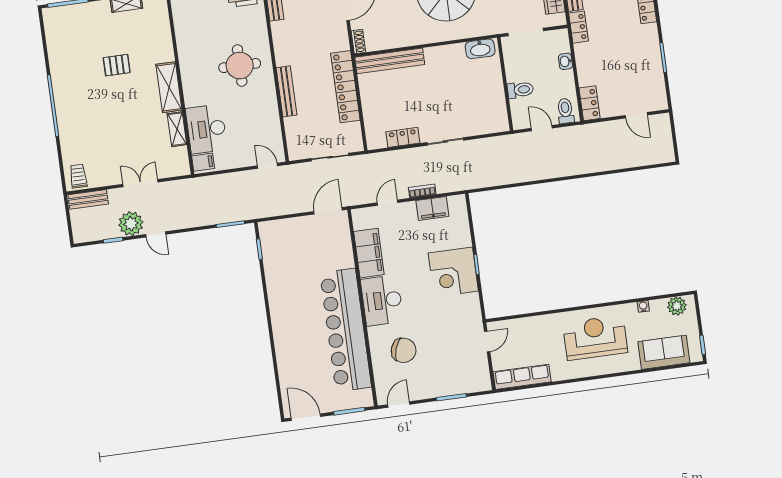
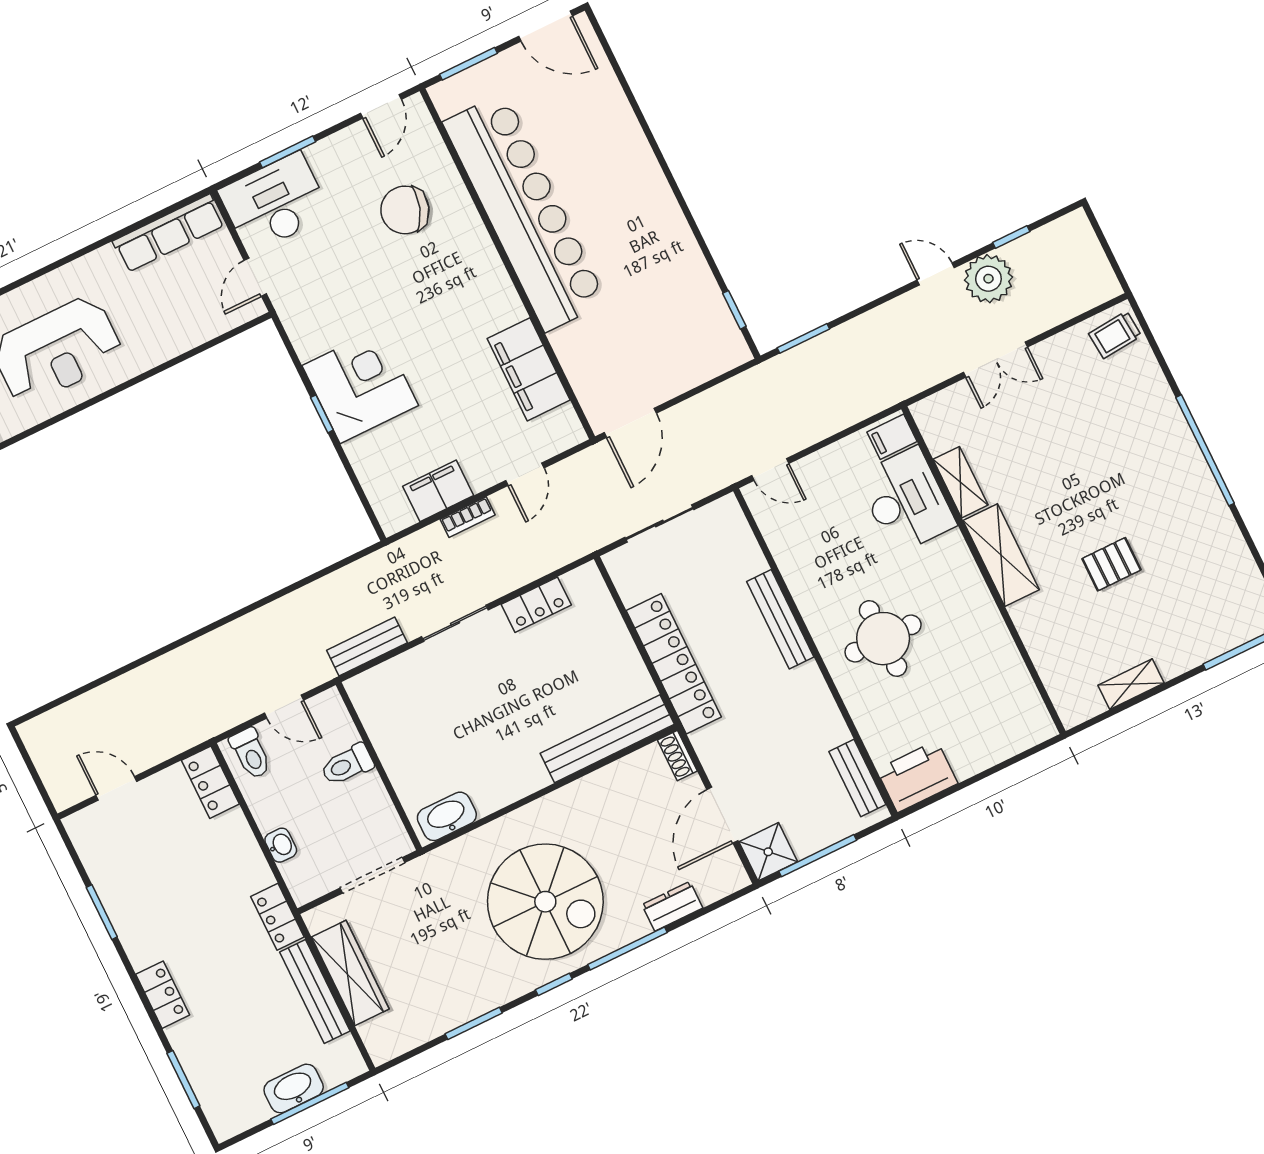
trolley: (78, 176) -> (1115, 335), turned 85
bench: (88, 199) -> (367, 646), moved
desk: (382, 300) -> (274, 203), moved, turned -90

